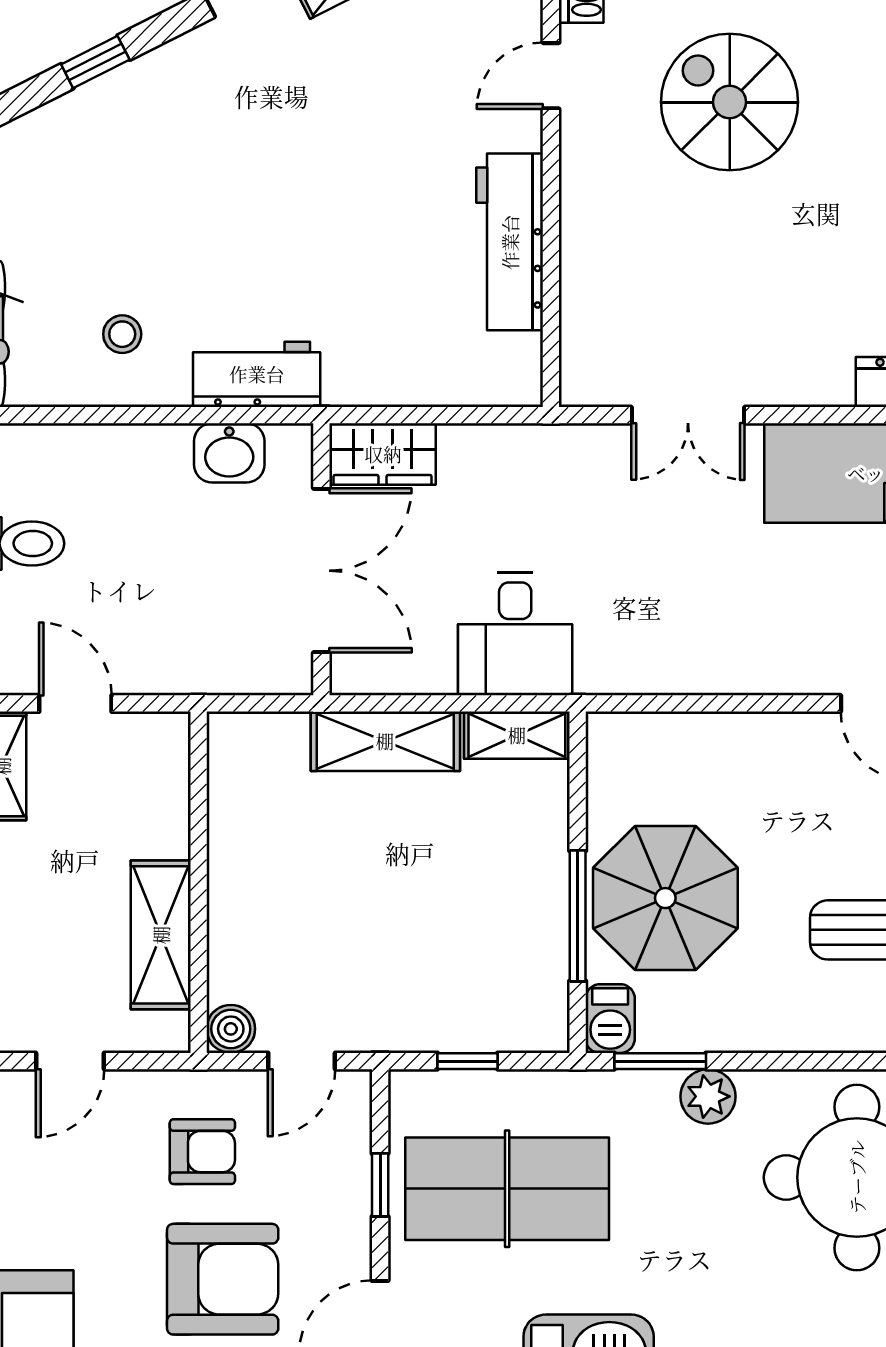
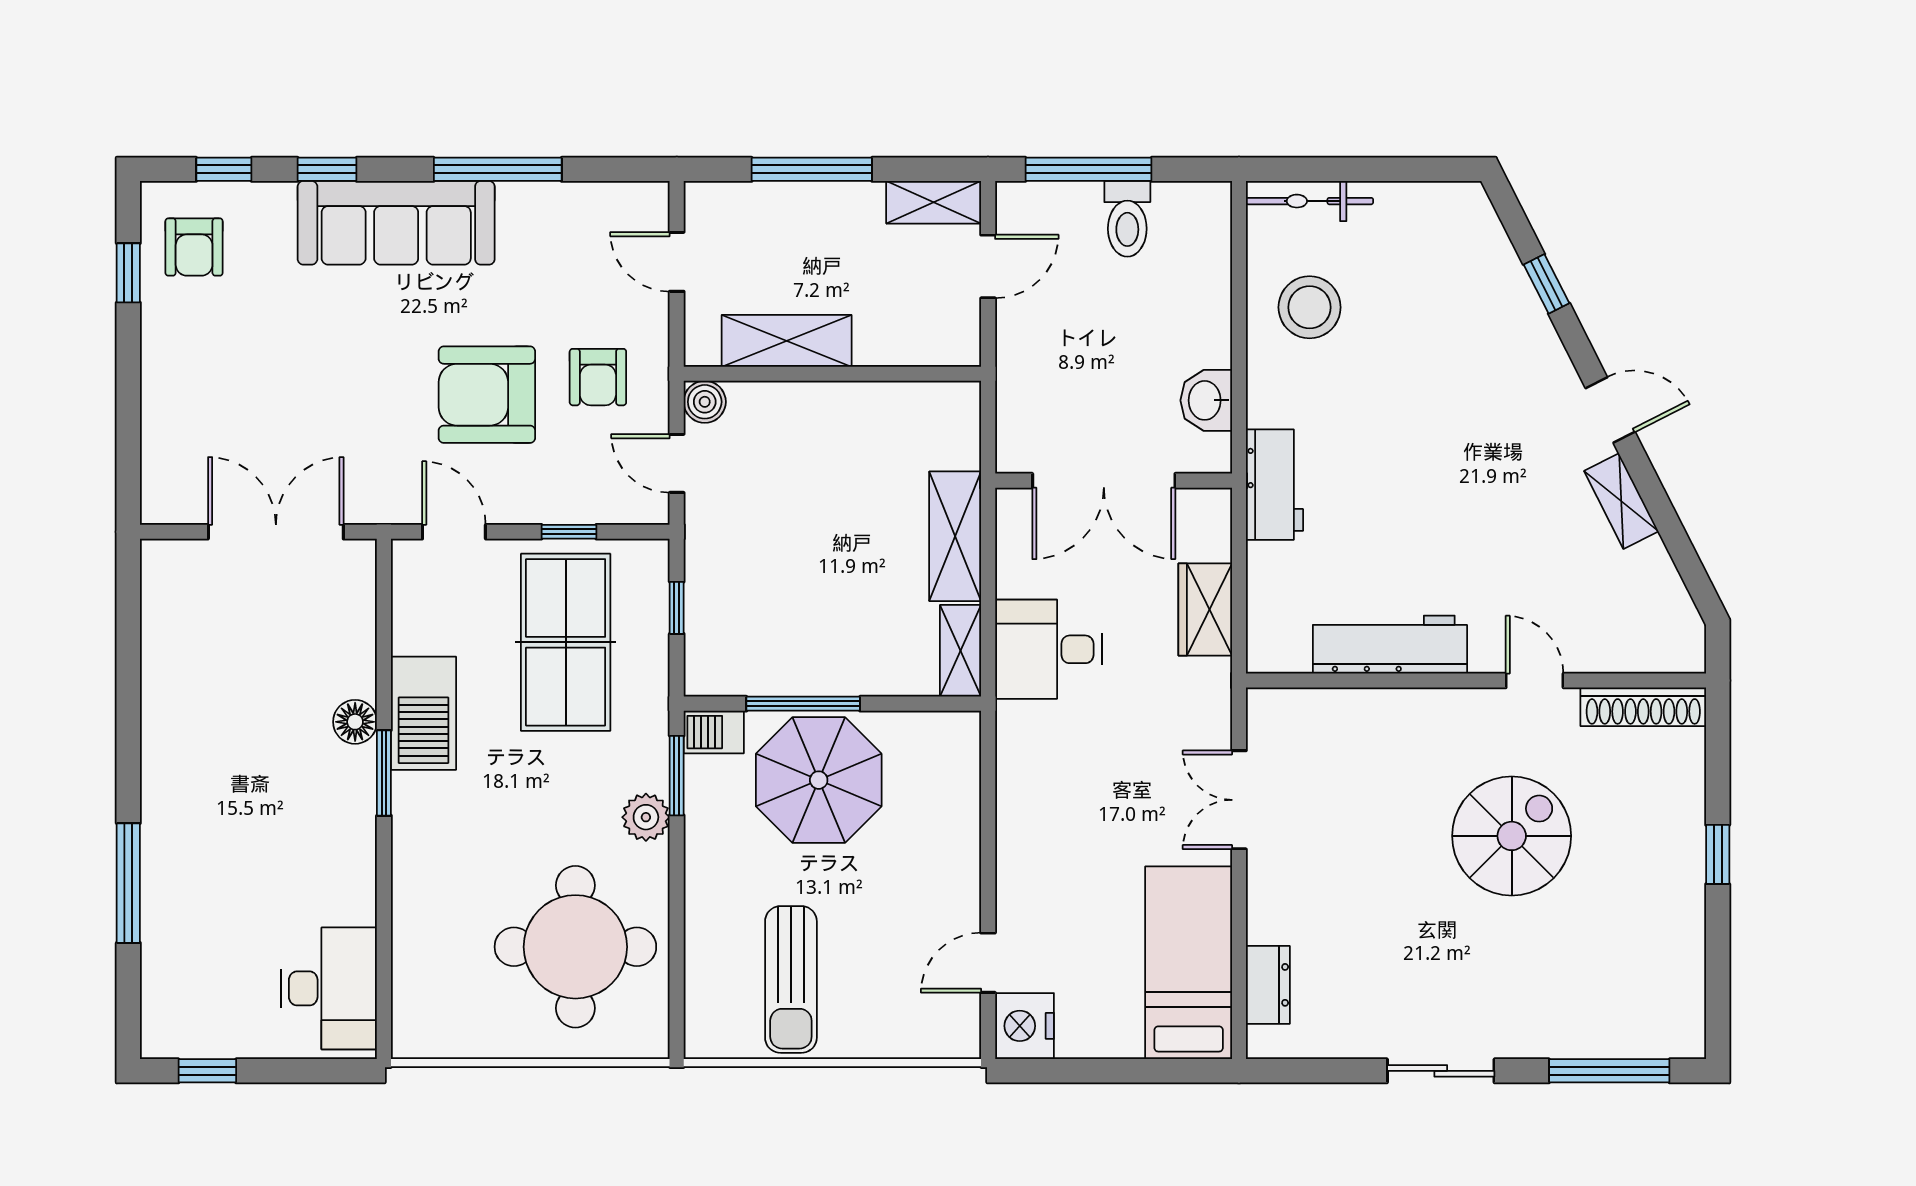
stool: (122, 334) -> (1310, 307), width x1.89, depth x1.89
workbench: (257, 374) -> (1274, 485), moved
wardrobe: (383, 454) -> (1205, 609), moved
armchair: (223, 1279) -> (487, 395), turned 90

